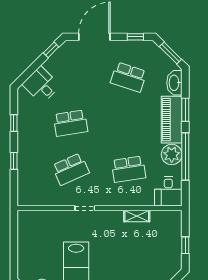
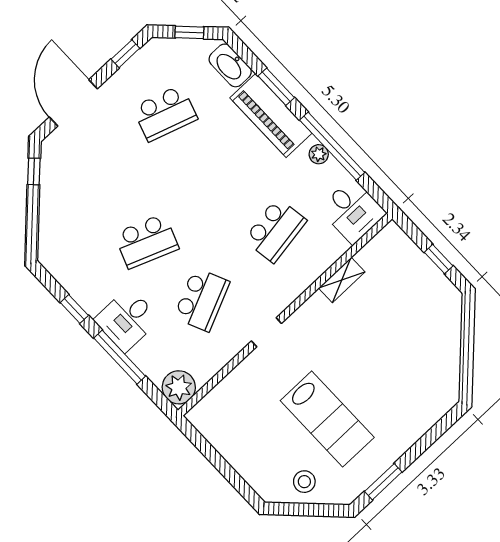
window: (170, 53) -> (189, 32), width x0.67
desk: (41, 85) -> (127, 320), moved, turned -45
school desk: (71, 123) -> (147, 241), turned 30
plant: (172, 155) -> (319, 154), width x0.53, depth x0.53
window: (14, 161) -> (120, 357), width x2.17
plant: (27, 197) -> (179, 387), added

